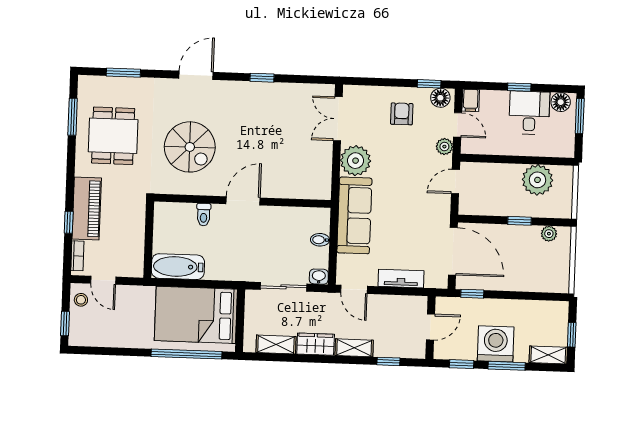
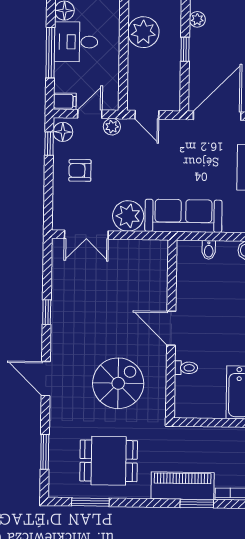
window: (519, 87) -> (50, 53), width x2.17
window: (69, 222) -> (197, 504), width x1.50

